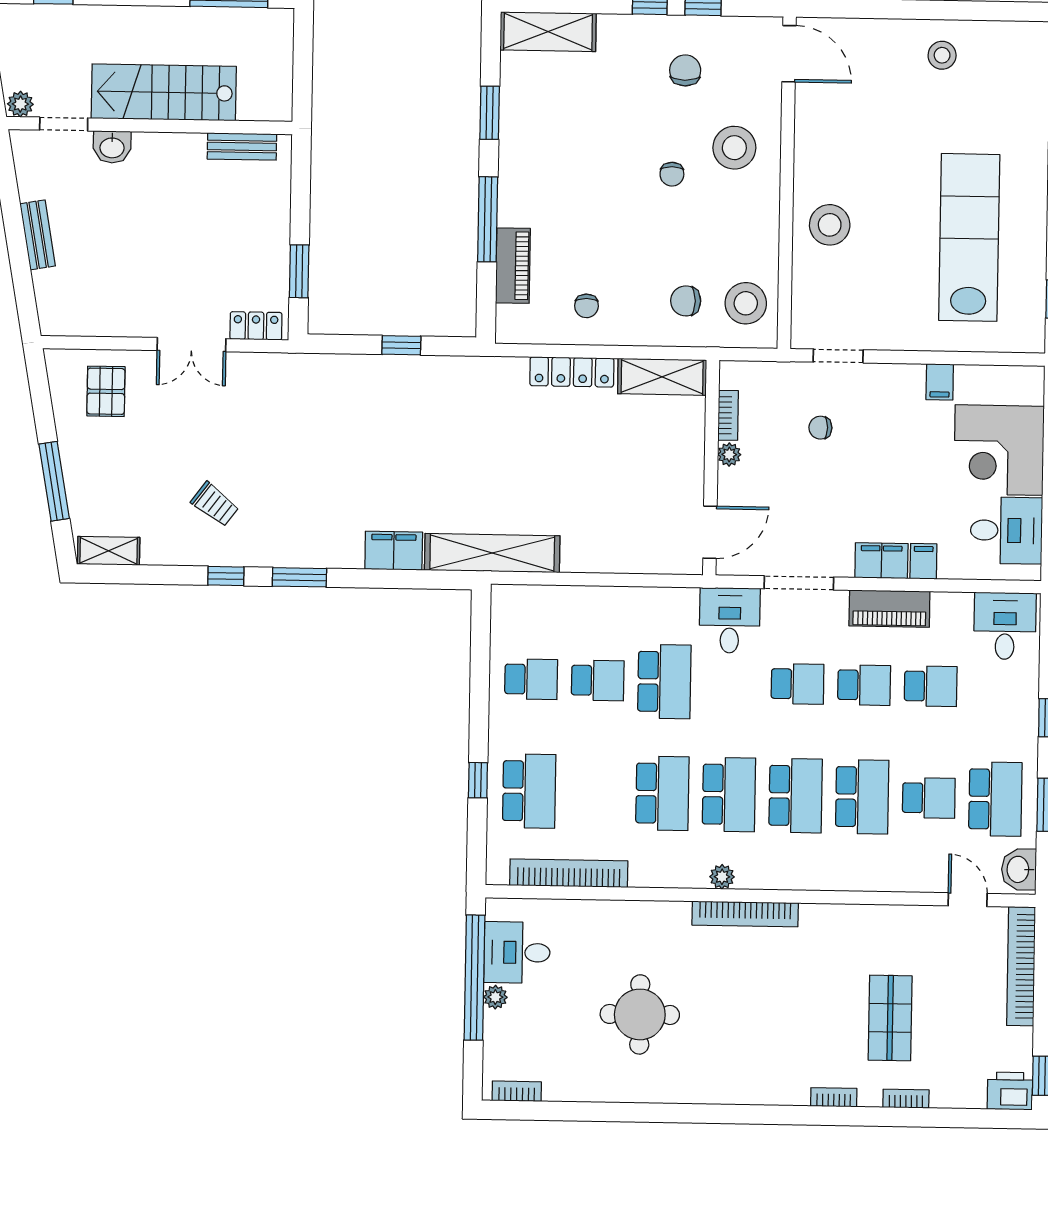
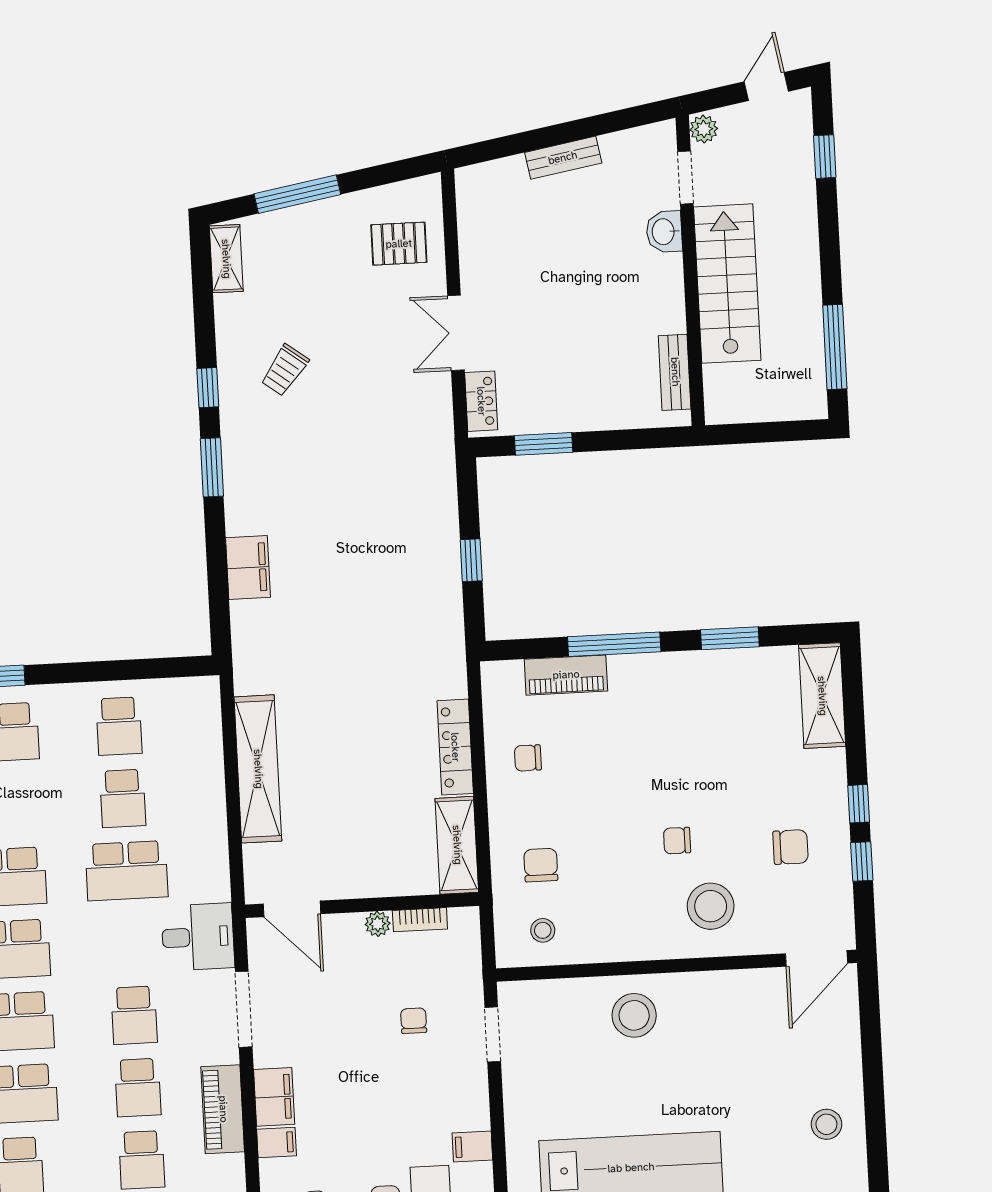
stool: (746, 303) -> (543, 930), width x0.53, depth x0.53
shelving: (492, 553) -> (258, 769), moved

